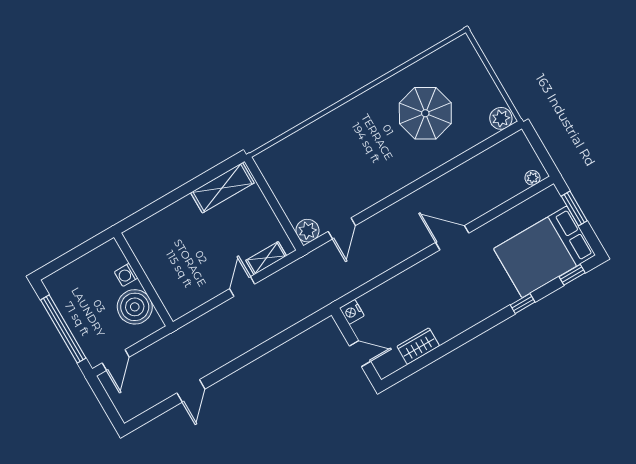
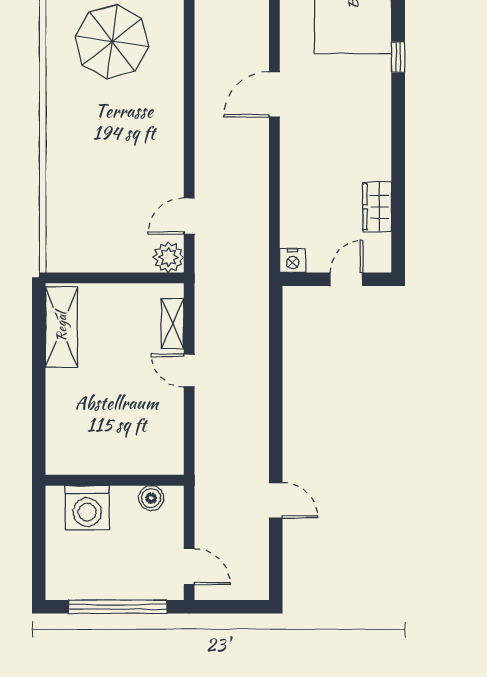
door: (342, 228) -> (189, 216), swing flipped
washing machine: (126, 275) -> (87, 508), width x1.89, depth x1.89
boiler: (135, 307) -> (151, 498), width x0.54, depth x0.54

